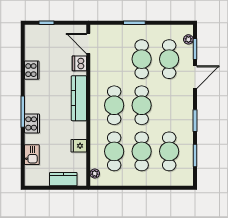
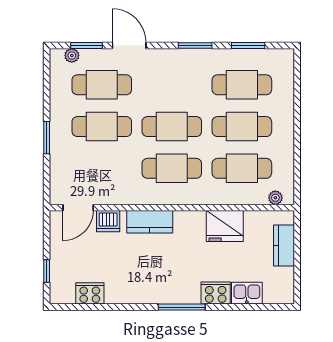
cooker: (32, 70) -> (90, 293), moved
kitchen counter: (79, 98) -> (150, 222), width x0.67
cooker: (32, 123) -> (216, 293), moved
fridge: (79, 146) -> (225, 226), width x1.88, depth x1.34

